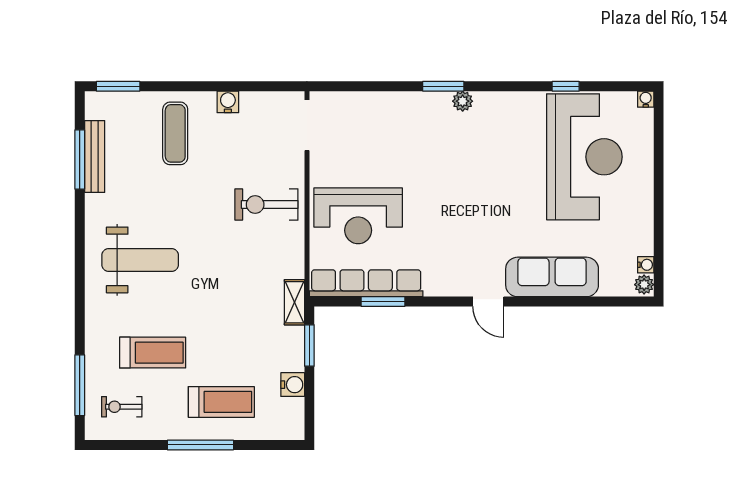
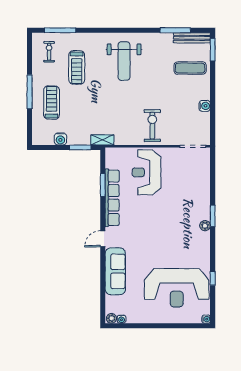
exercise mat: (175, 133) -> (190, 68), moved
bench: (95, 157) -> (192, 38), moved
row of seats: (366, 283) -> (112, 198), moved
treadmill: (221, 402) -> (52, 103), turned 180

